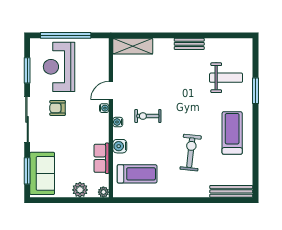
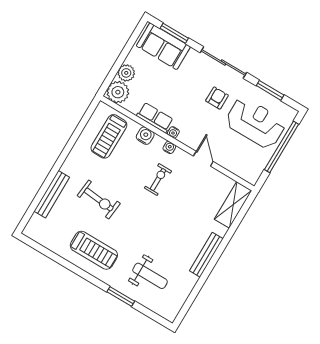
bench: (189, 44) -> (206, 255), width x1.36
weight bench: (226, 78) -> (150, 276), turned -90
water cooler: (104, 108) -> (173, 132), moved
row of seats: (101, 158) -> (155, 118), moved
bench: (231, 191) -> (52, 194), moved
plant: (103, 192) -> (118, 92), width x1.87, depth x1.87

